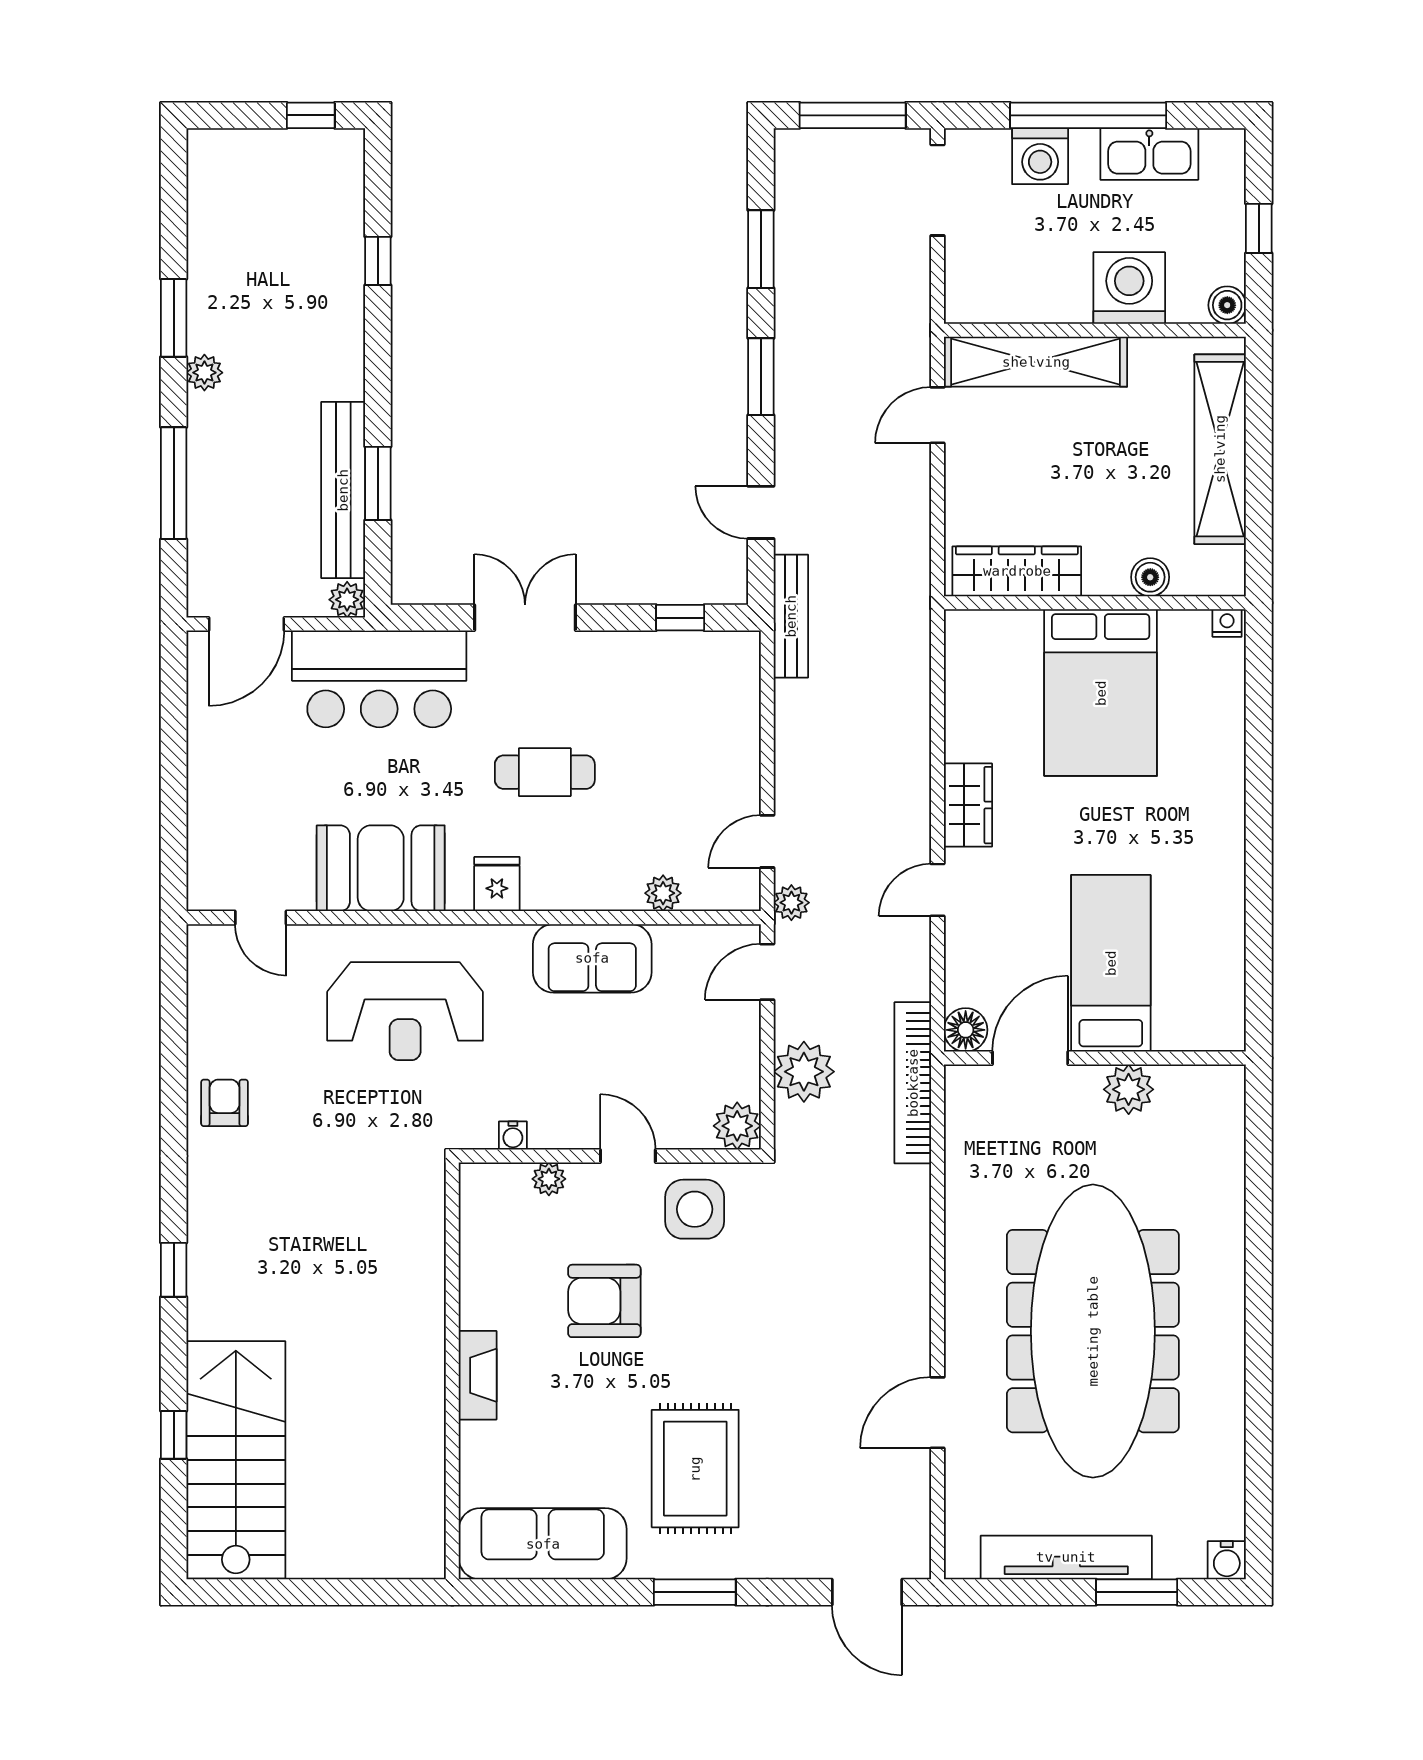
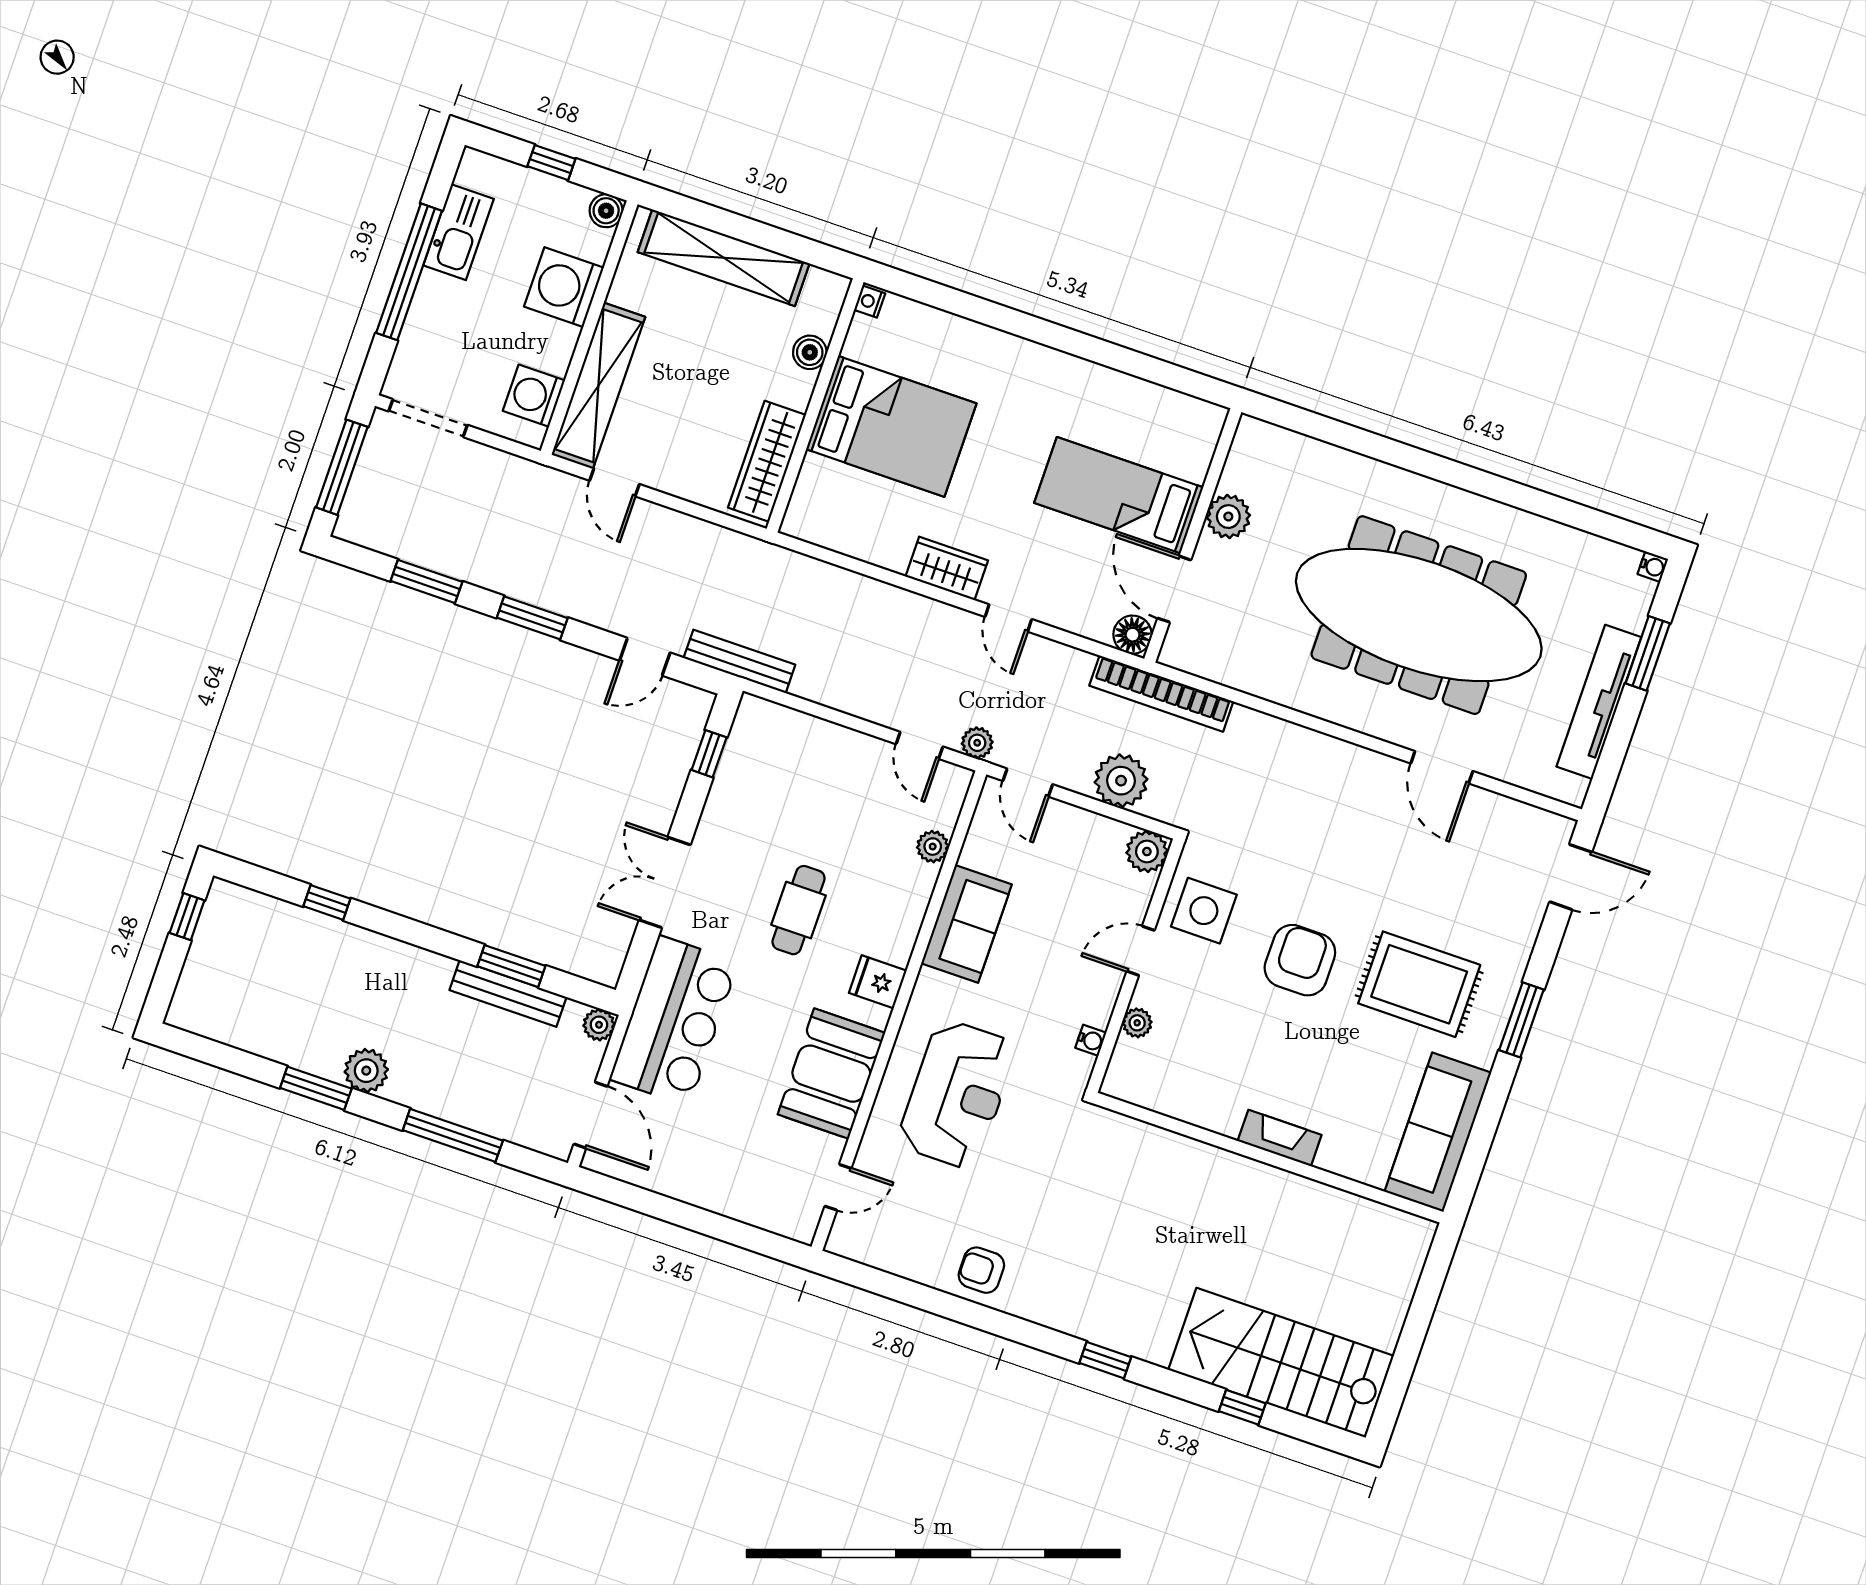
washing machine: (1040, 156) -> (534, 396), moved, turned 180
plant: (204, 373) -> (366, 1071), width x1.38, depth x1.38
bench: (343, 490) -> (508, 994), width x0.73, depth x0.82
armchair: (604, 1301) -> (1300, 960), moved, turned 180
water cooler: (1227, 1560) -> (1653, 567), width x0.72, depth x0.72

